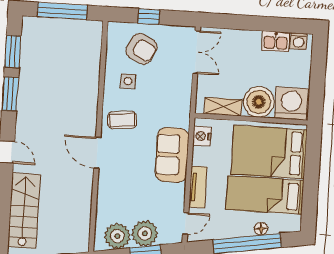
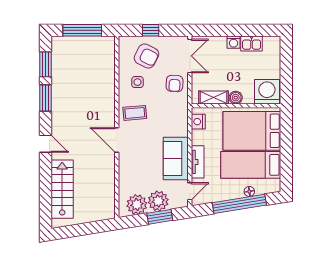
washing machine: (299, 41) -> (234, 42), moved
armchair: (175, 86) -> (175, 83), added
boiler: (259, 102) -> (236, 98), width x0.54, depth x0.54
sofa: (172, 155) -> (176, 158), moved

